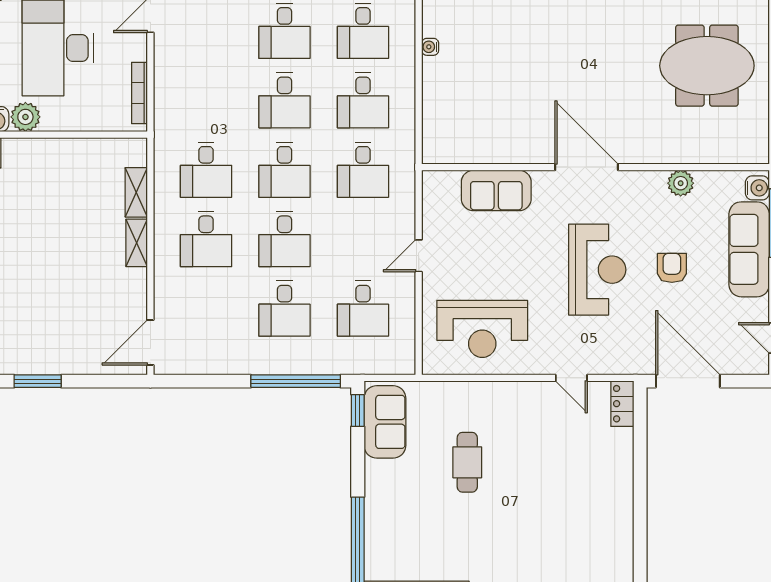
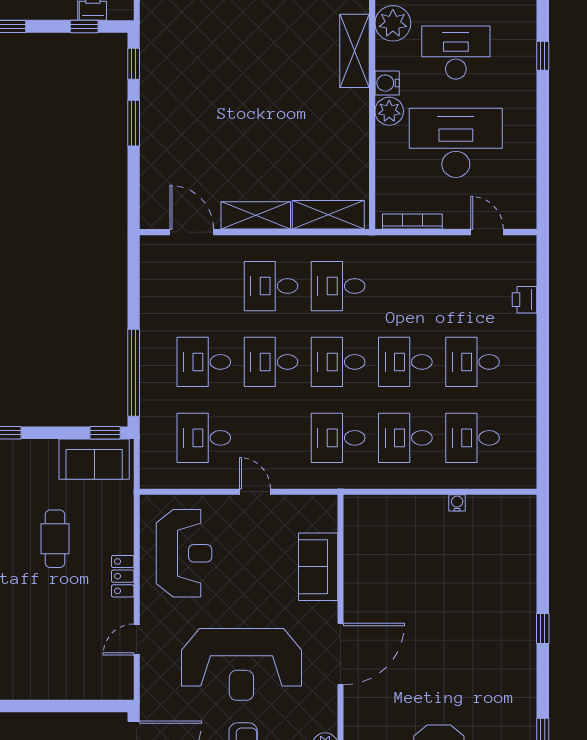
shelving: (136, 192) -> (328, 215), width x1.50, depth x1.33
shelving: (137, 243) -> (256, 215), width x1.50, depth x1.33
reception desk: (597, 270) -> (241, 664), width x1.36, depth x1.30
reception desk: (482, 329) -> (184, 553), turned 180
door: (150, 342) -> (192, 232), moved
locker: (622, 404) -> (123, 576), moved, turned -90
cafe table: (467, 462) -> (55, 539), turned 90

